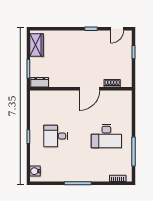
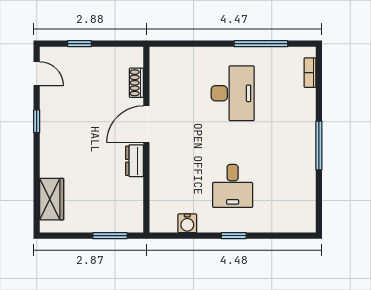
wardrobe: (37, 45) -> (52, 199), moved, turned 90
dresser: (40, 82) -> (135, 161), moved
door: (89, 89) -> (146, 124), swing flipped
water cooler: (35, 171) -> (187, 223), moved

